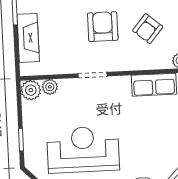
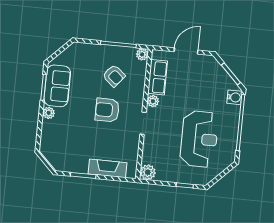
plant: (50, 87) -> (153, 101), moved
reception desk: (83, 150) -> (199, 139), turned 180

